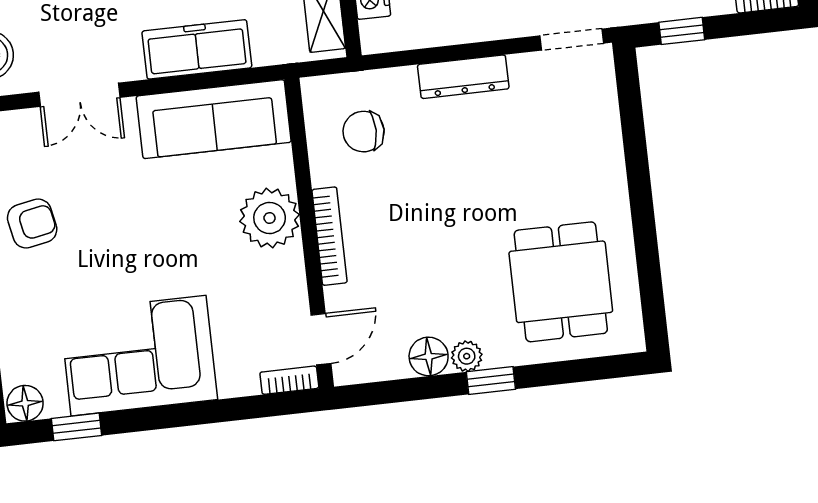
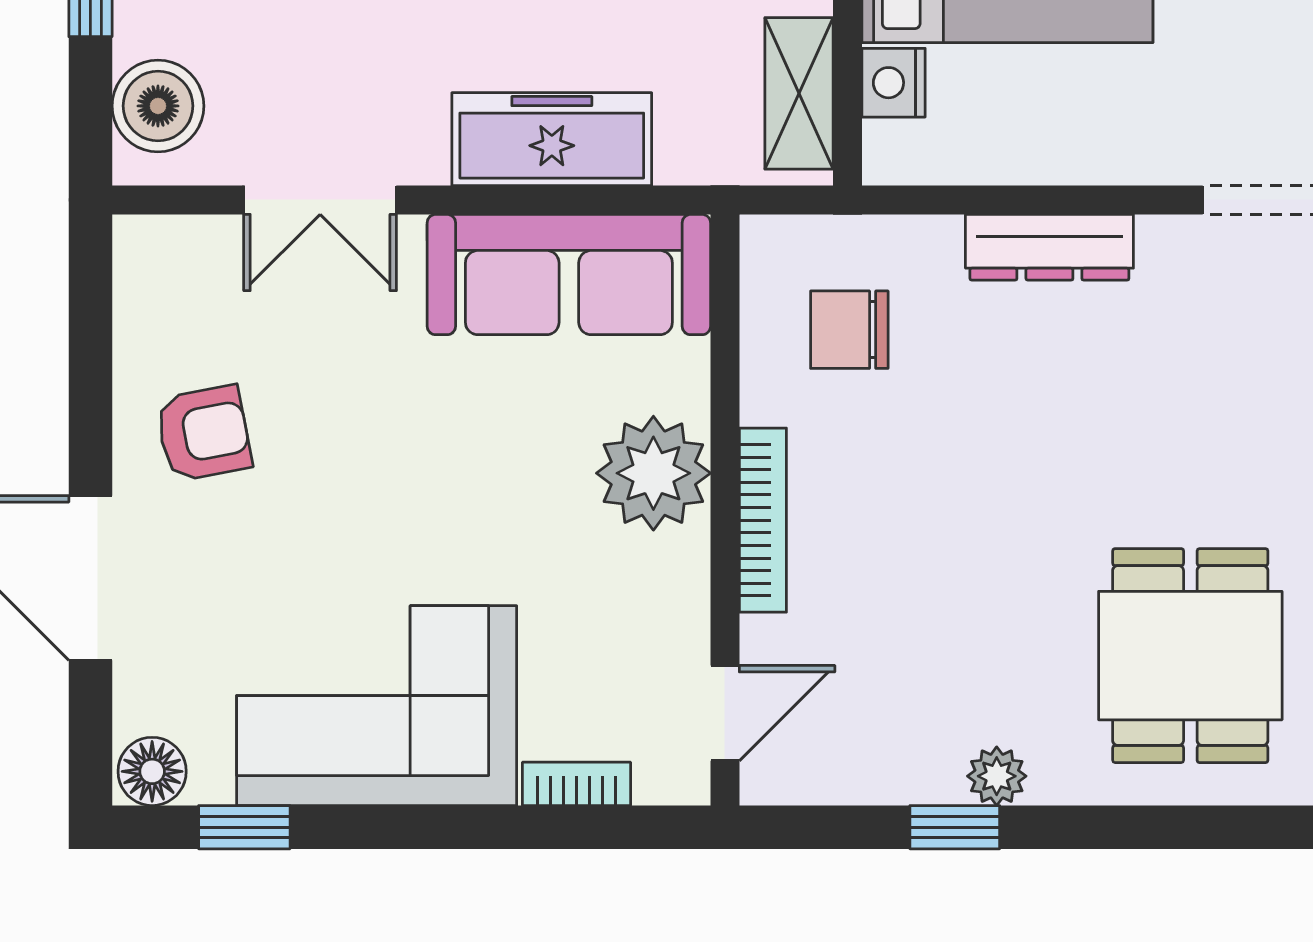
floor lamp: (429, 356) -> (925, 769), removed
bookcase: (289, 380) -> (577, 784), moved
window: (491, 380) -> (955, 827), moved

